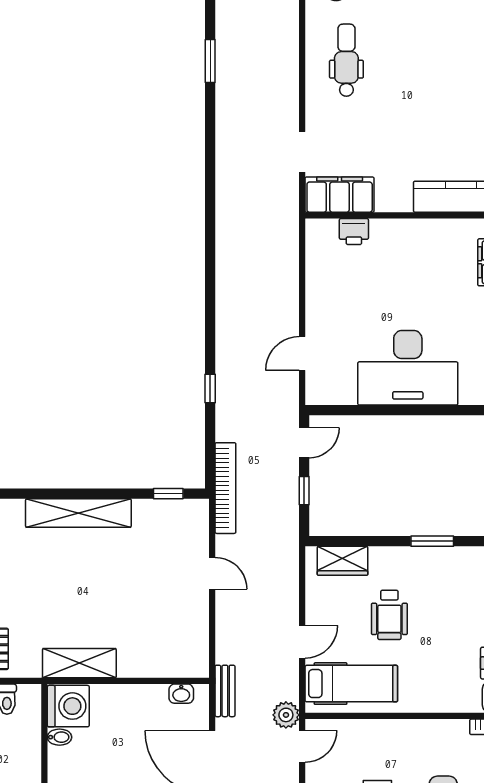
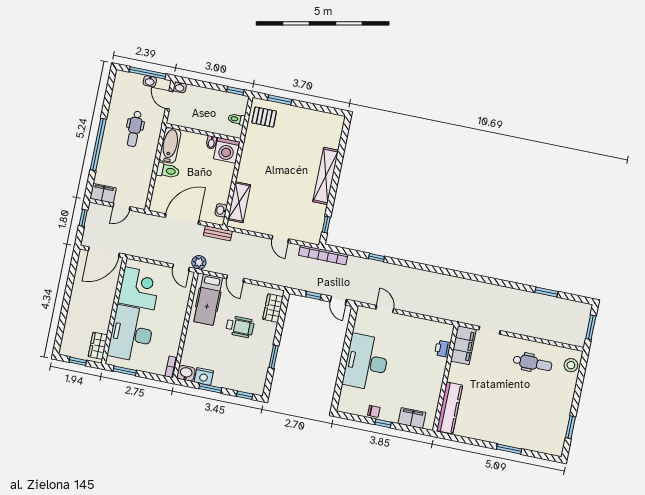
door: (212, 573) -> (280, 239), hinge flipped
wheelchair: (389, 615) -> (240, 327), turned 180
shelving: (79, 663) -> (239, 202), moved

